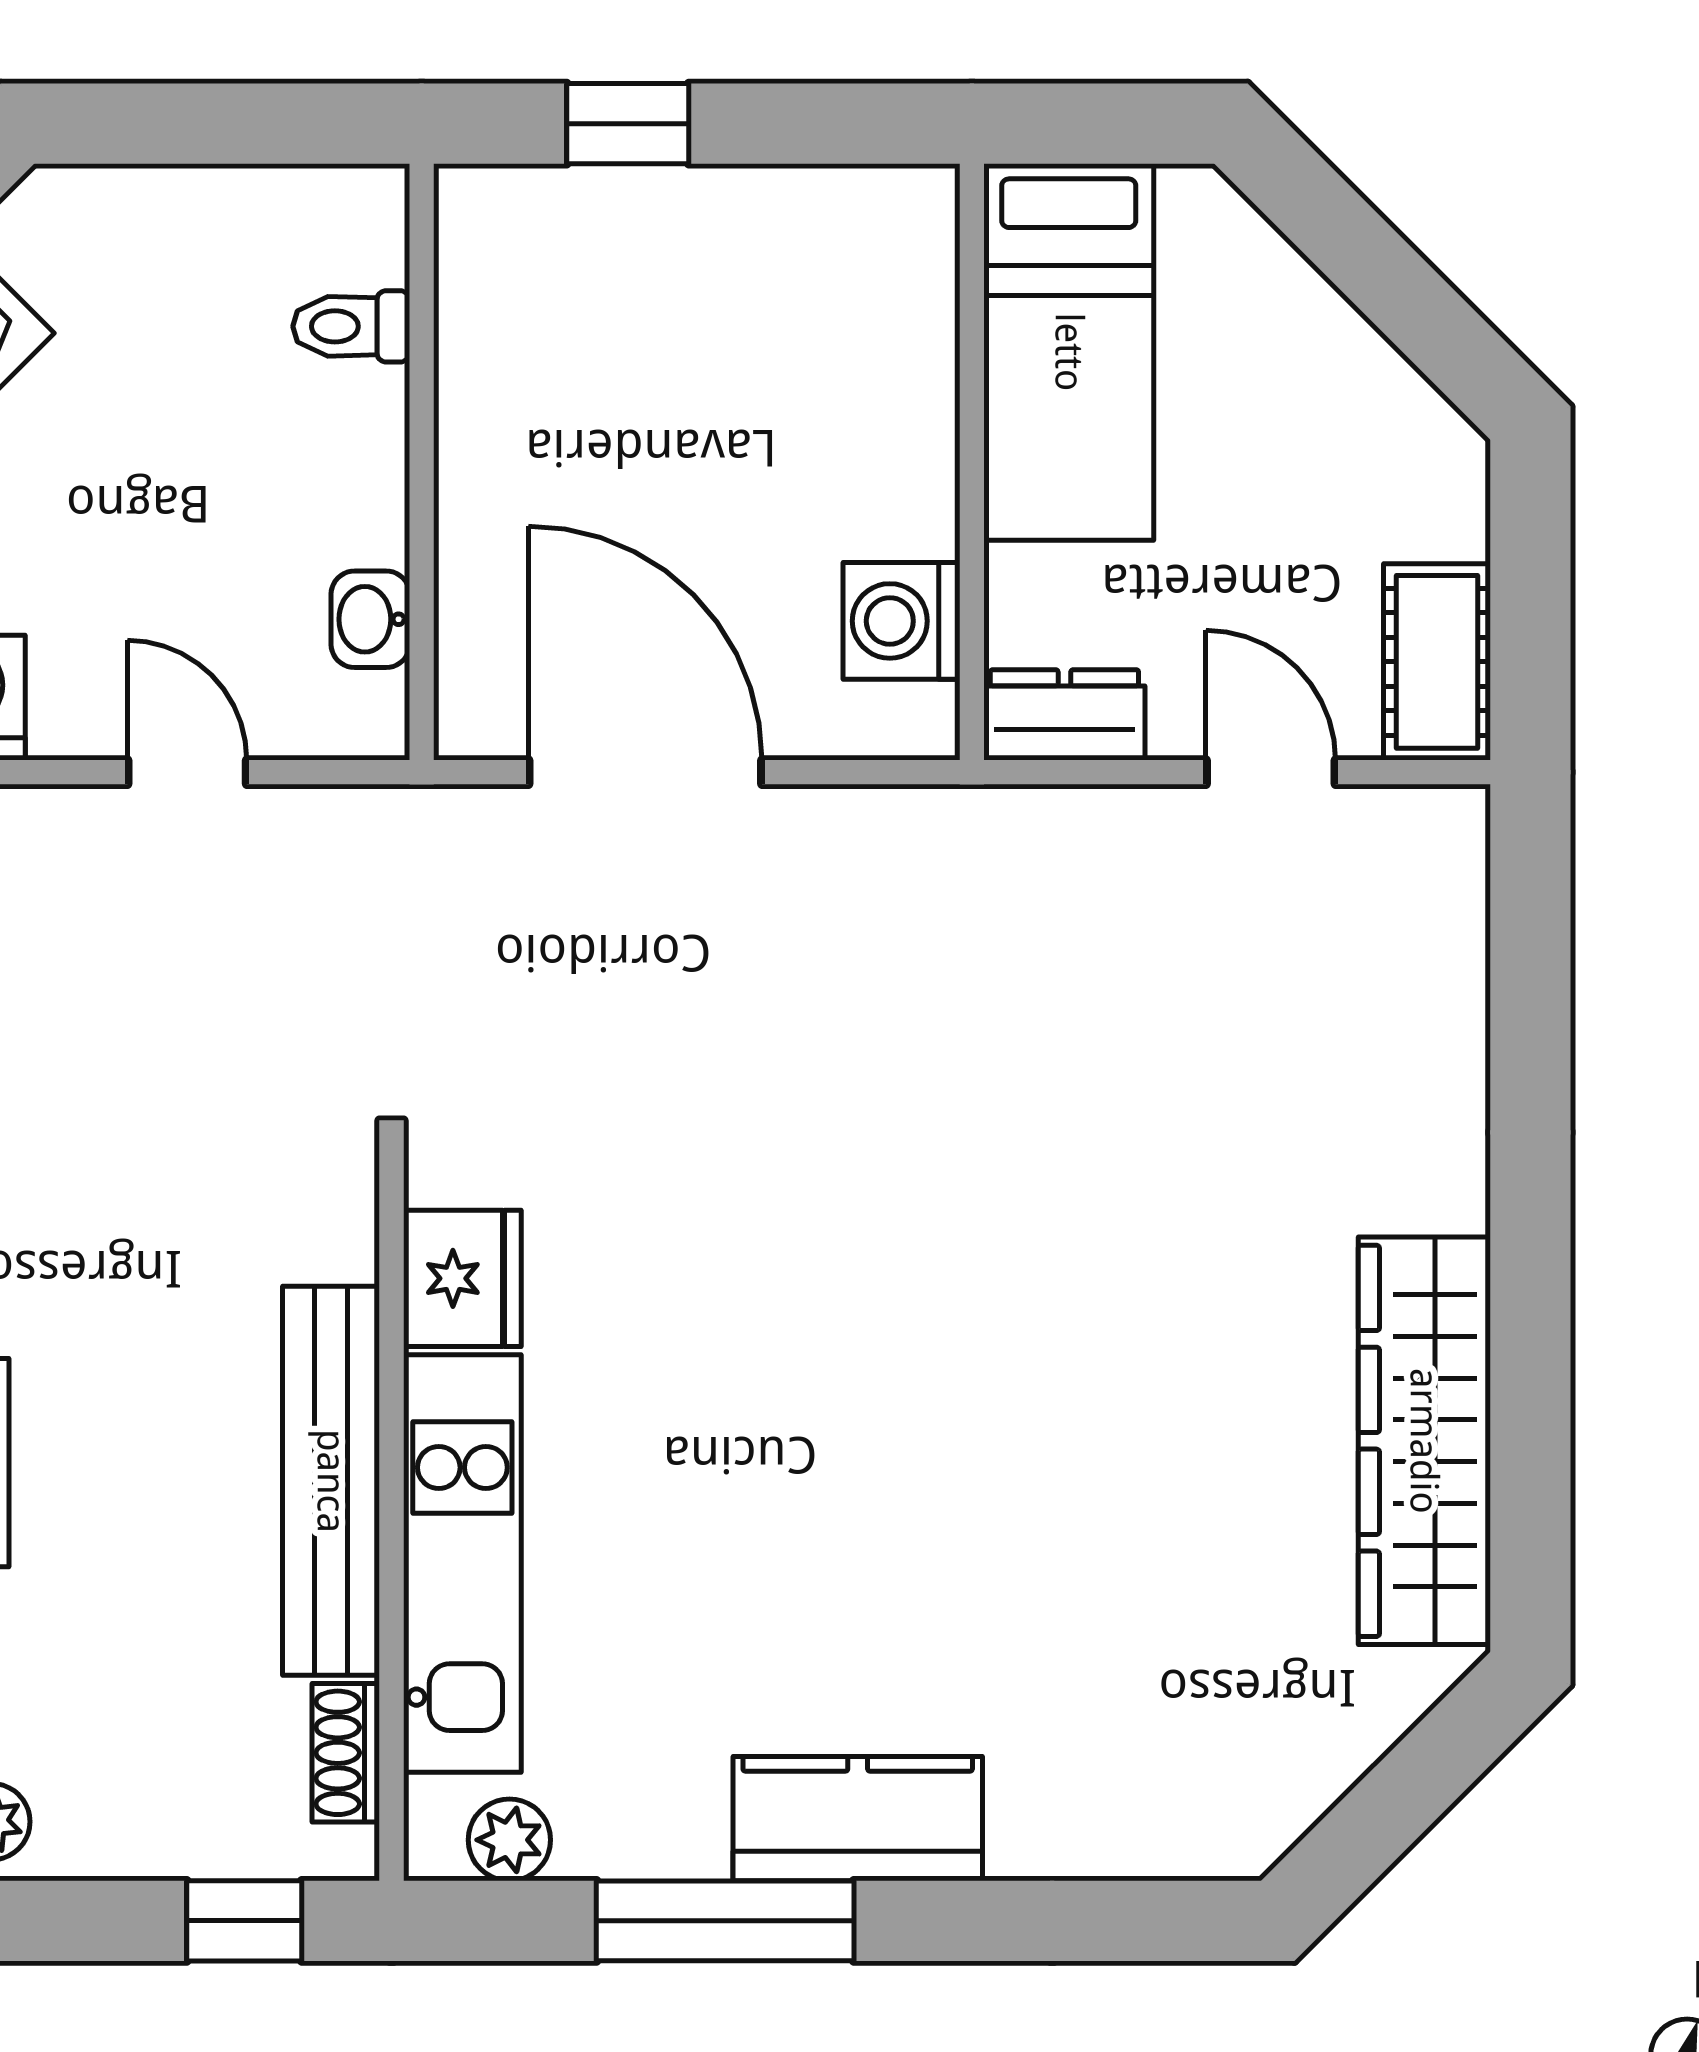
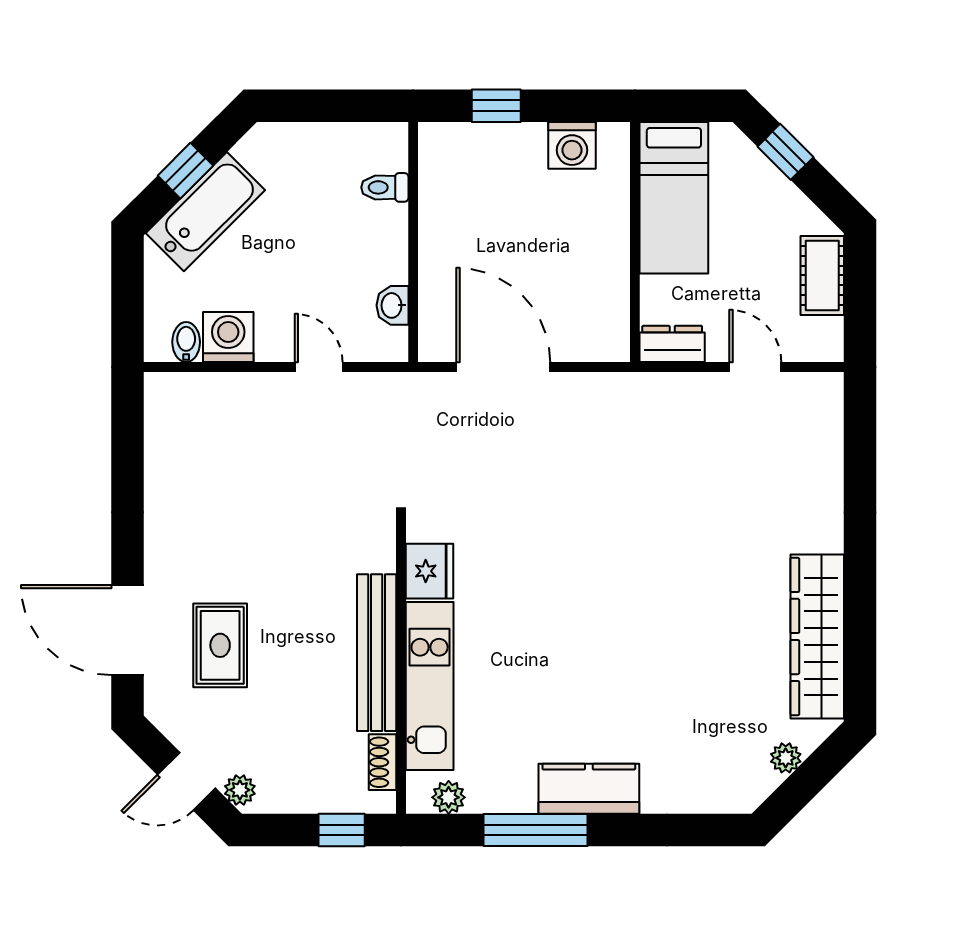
window: (1346, 238) -> (785, 152), added
washing machine: (901, 621) -> (572, 145), moved, turned -90
cot: (1437, 662) -> (822, 275), moved
plant: (1346, 1742) -> (786, 758), added

